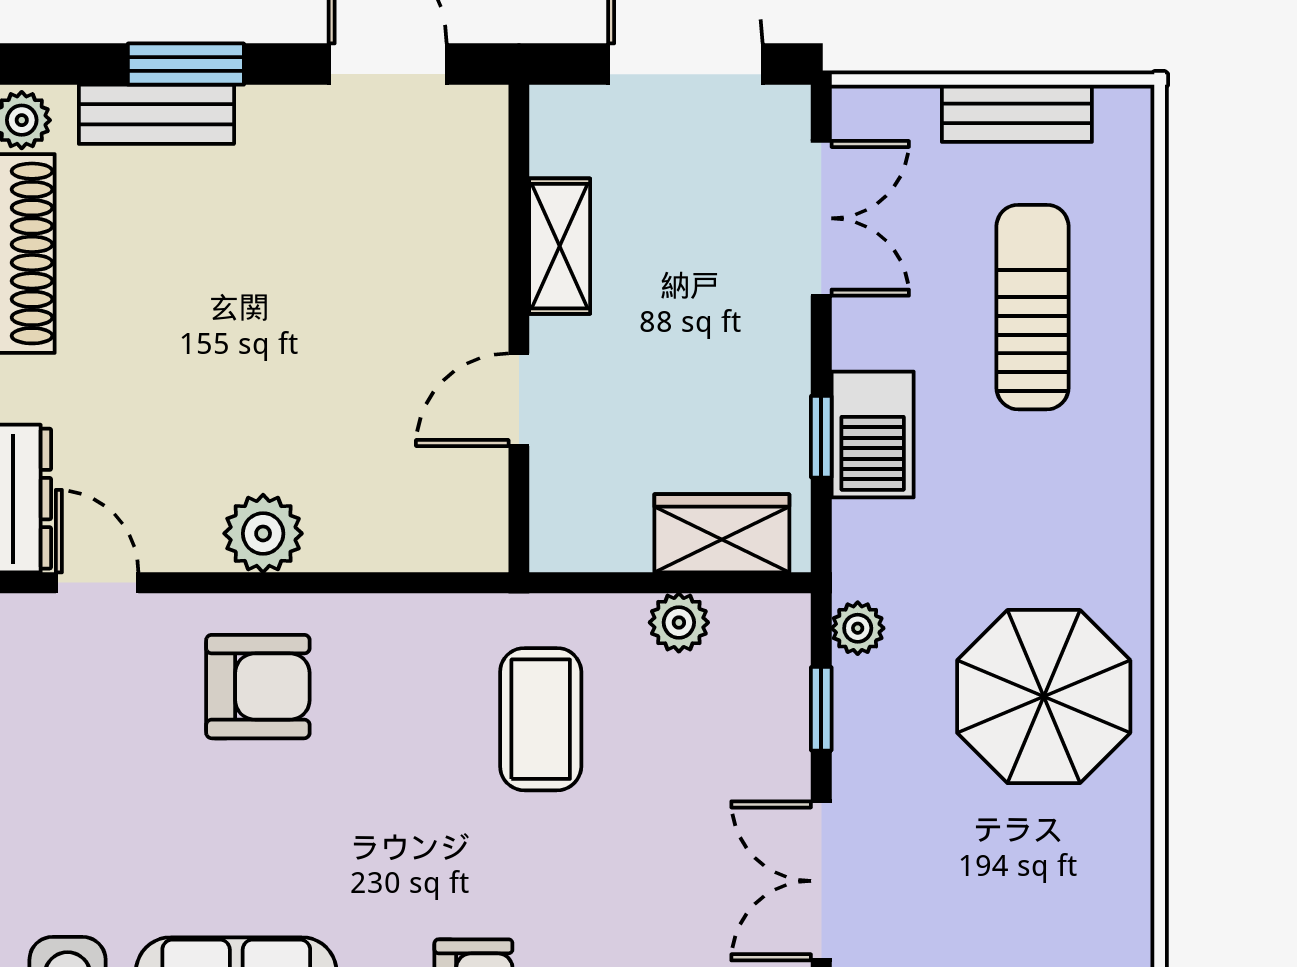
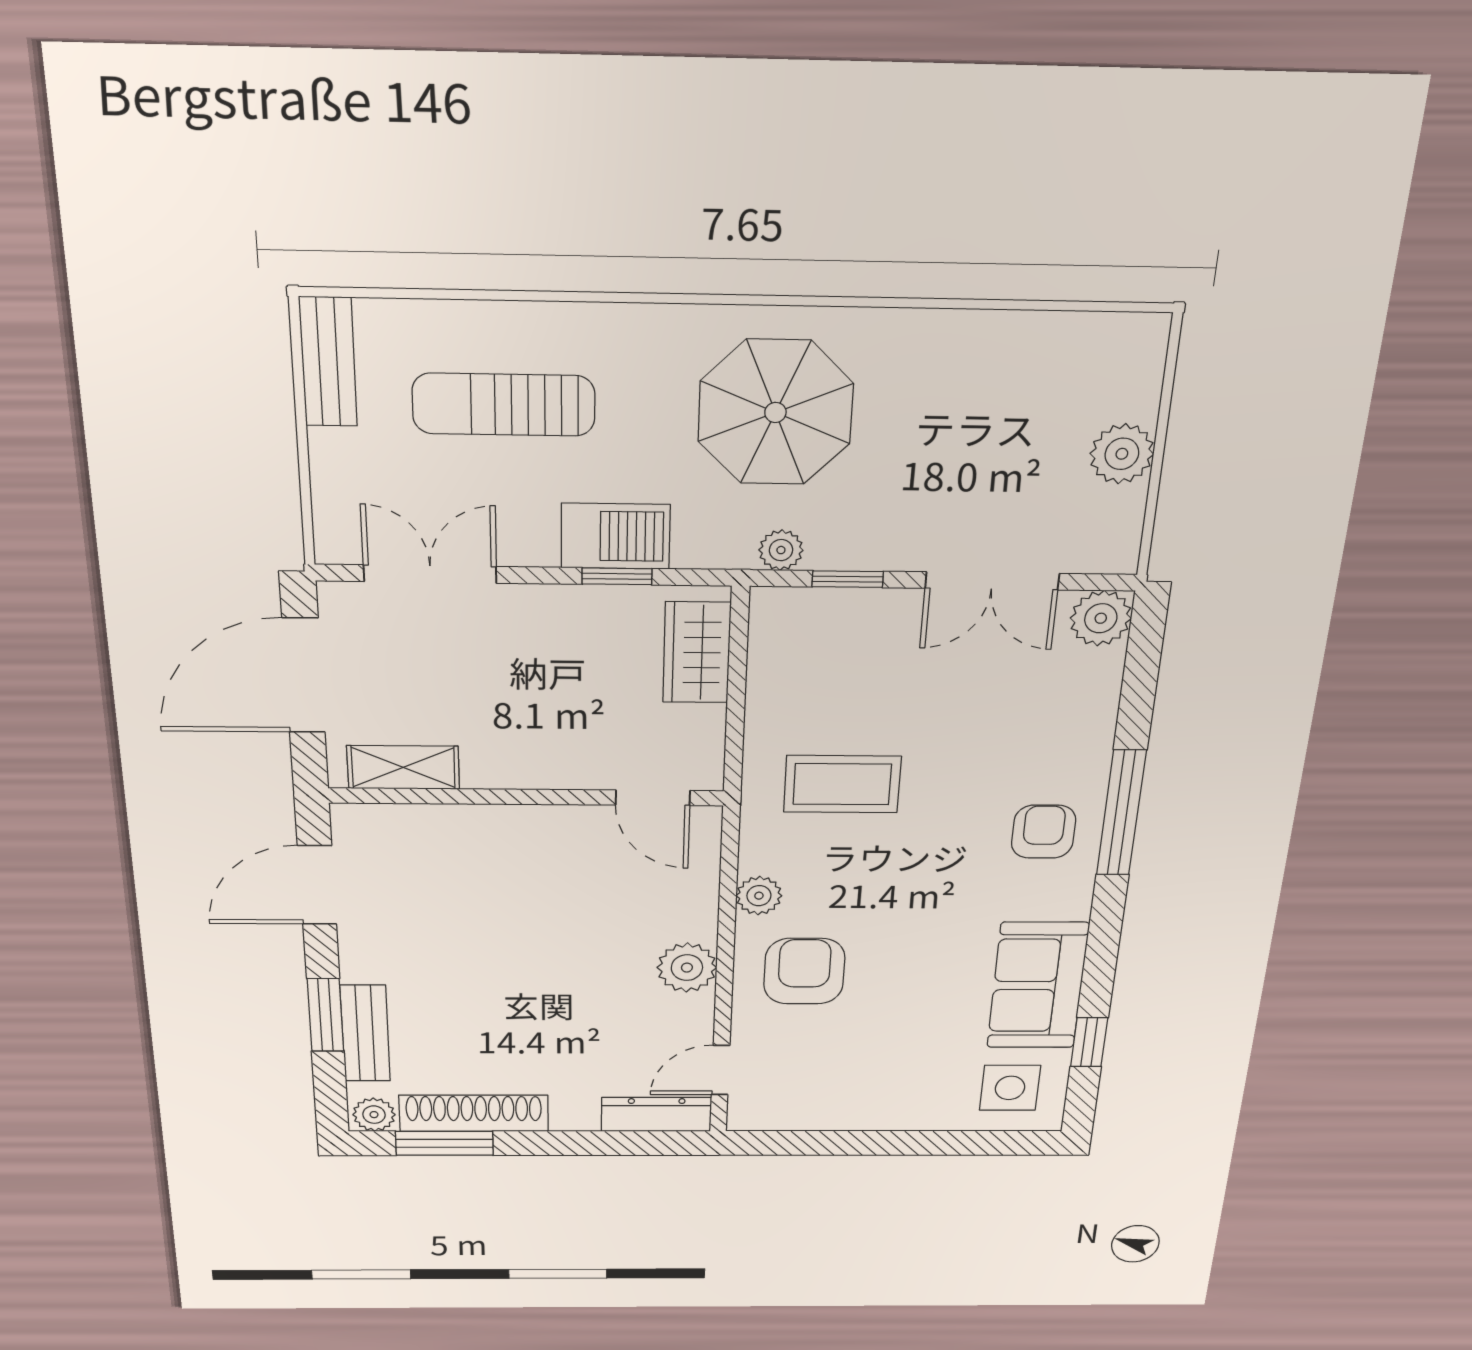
bench: (1017, 113) -> (328, 362), moved
shelving: (560, 246) -> (403, 767), moved
door: (519, 400) -> (653, 798), moved
plant: (679, 622) -> (759, 896), moved
parasol: (1044, 697) -> (775, 412), moved

